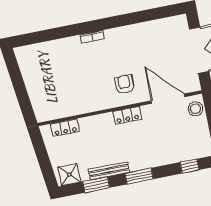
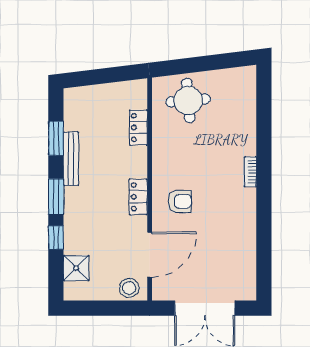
round table: (49, 93) -> (188, 100), added
locker: (65, 128) -> (138, 128), moved
window: (189, 166) -> (56, 238), moved
shower: (69, 175) -> (76, 268), moved

